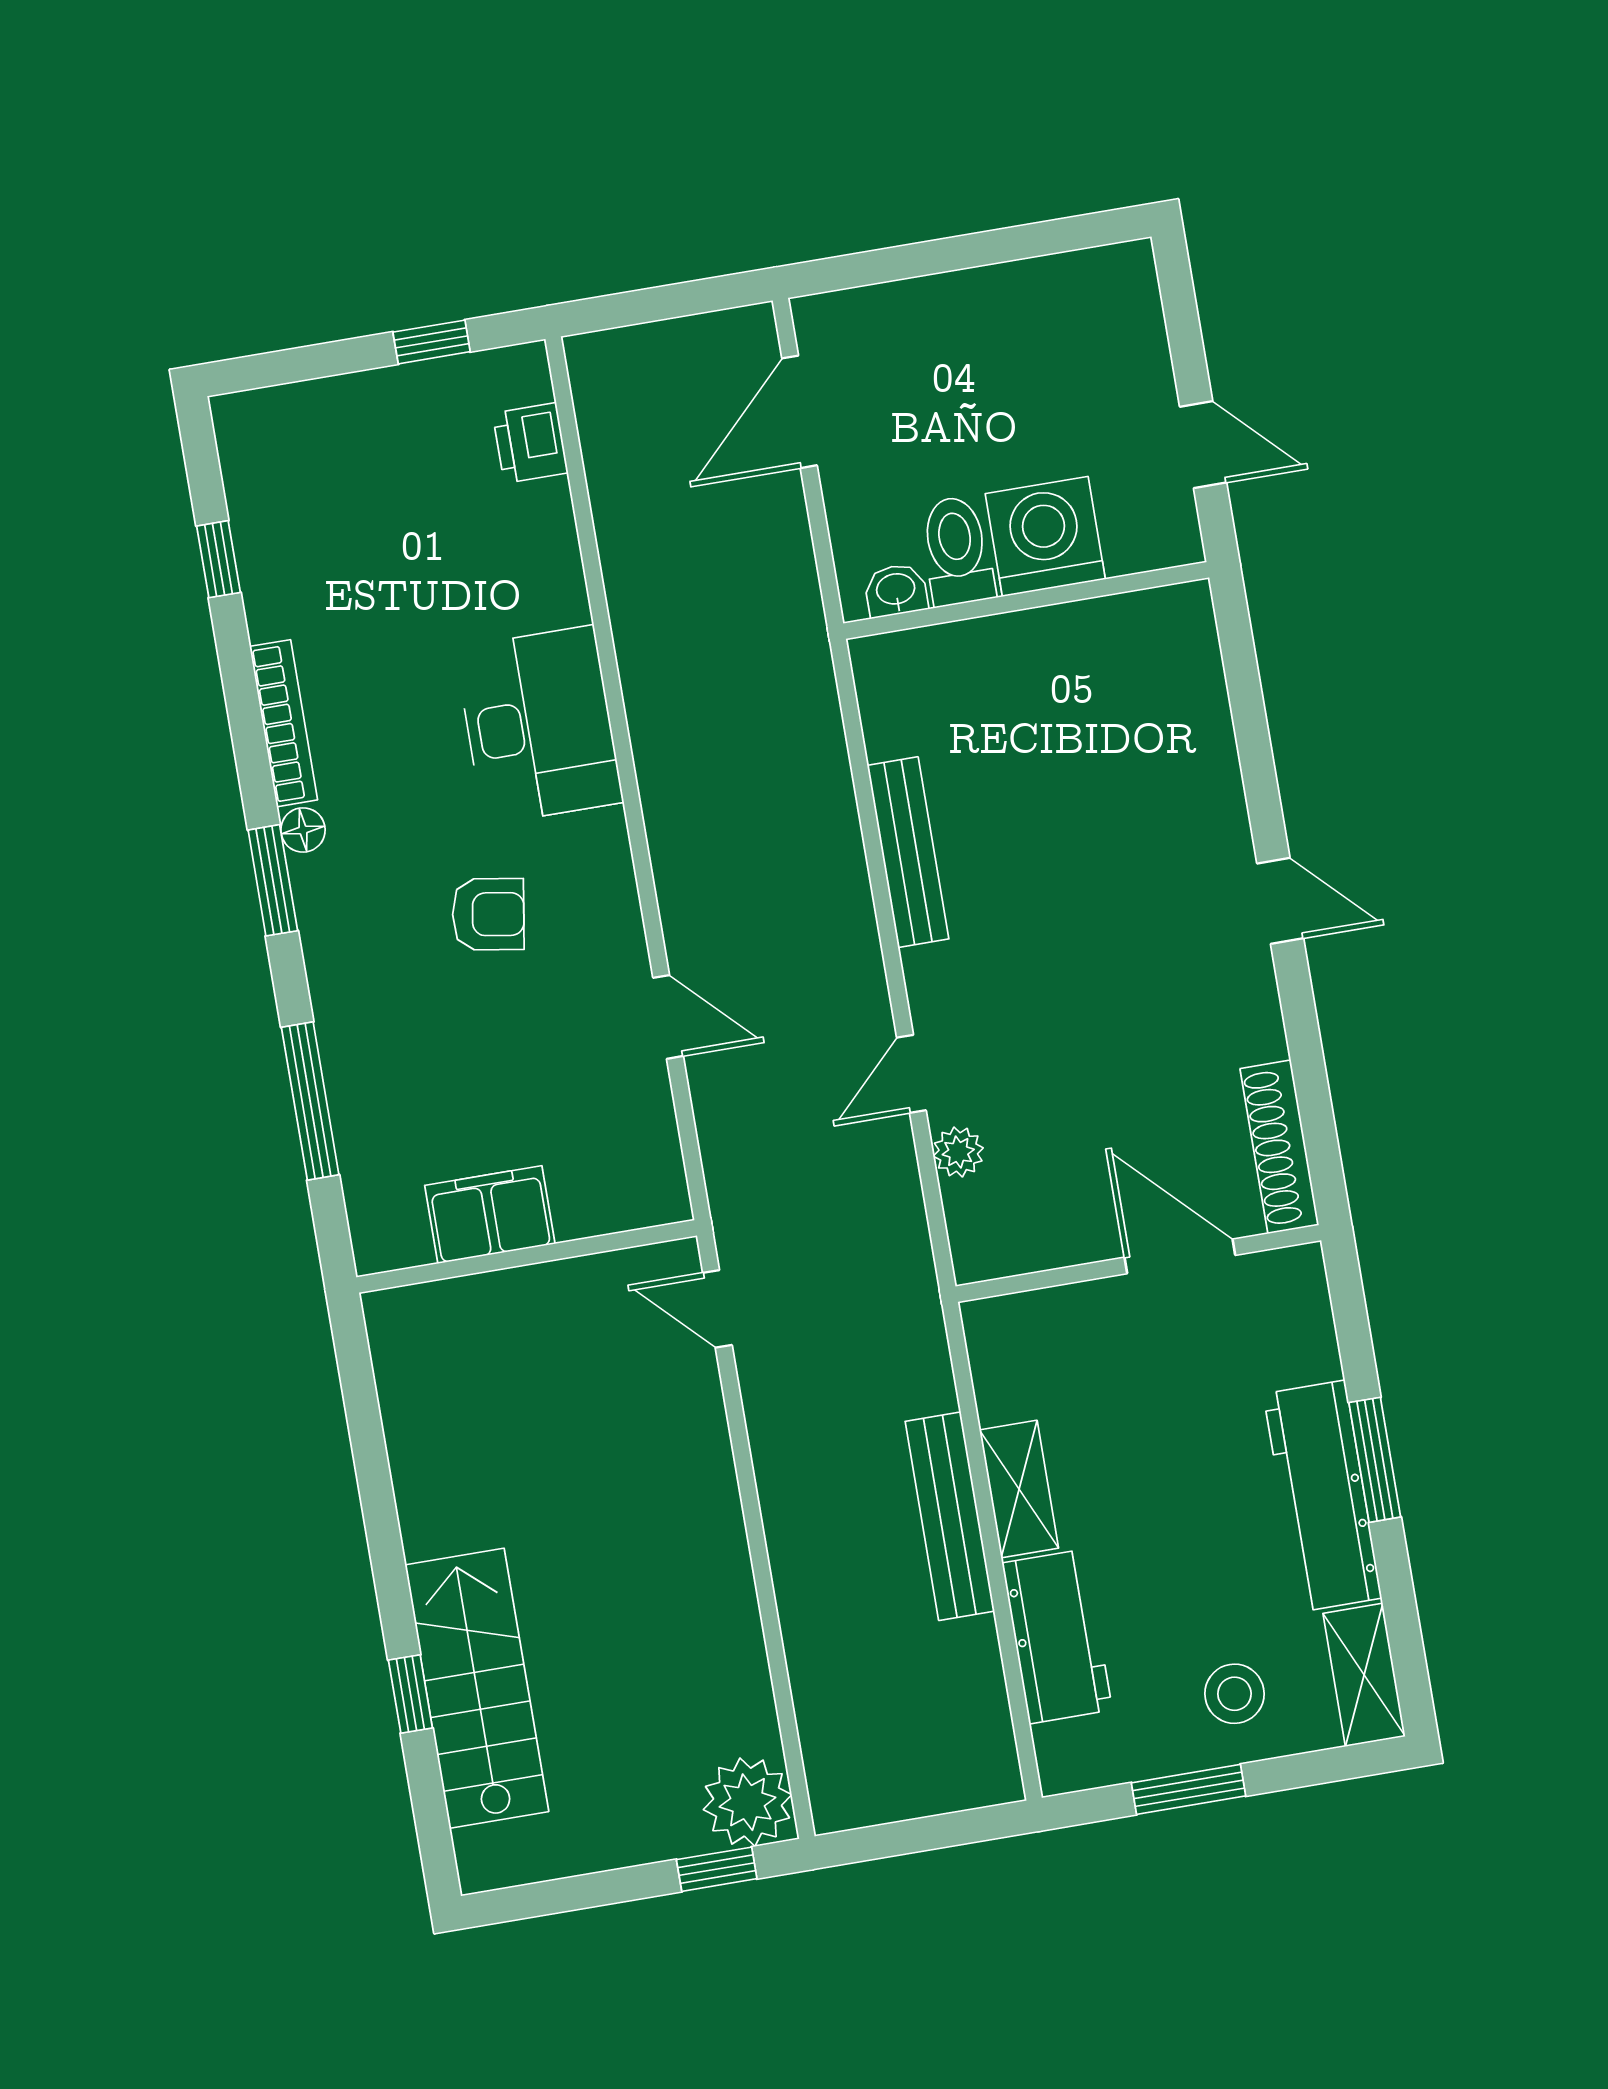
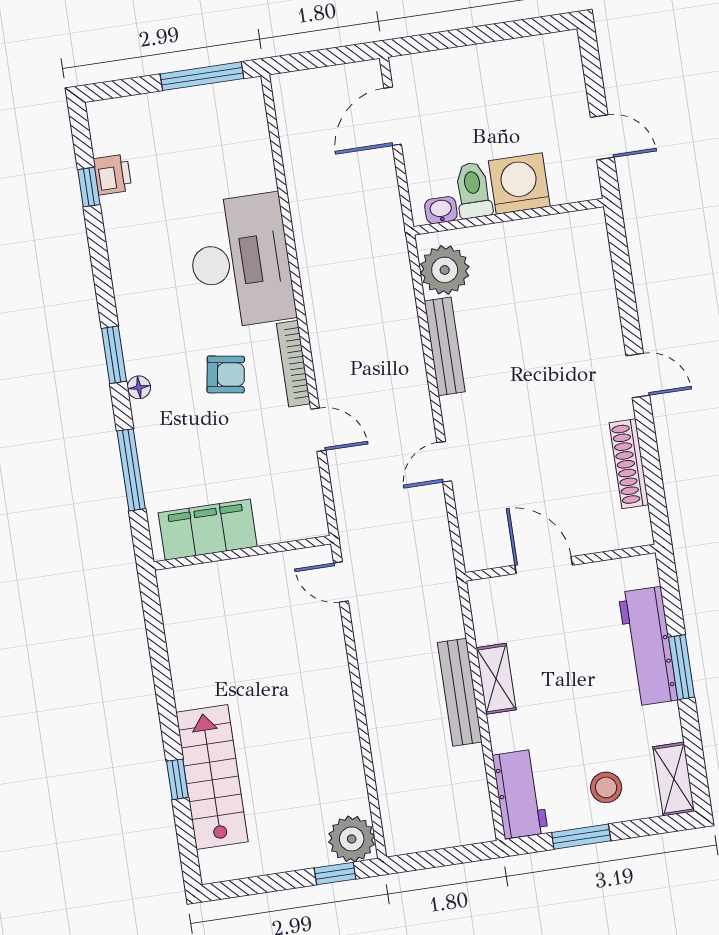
window: (432, 342) -> (202, 76), width x2.17
printer: (530, 443) -> (113, 175), moved, turned 180
bookcase: (284, 723) -> (293, 364), moved, turned 180
desk: (539, 725) -> (240, 261), width x1.36, depth x1.30
floor lamp: (303, 830) -> (139, 387), moved
shoe rack: (1279, 1147) -> (629, 464), moved
plant: (958, 1152) -> (445, 270), moved, width x1.87, depth x1.87
filing cabinet: (490, 1215) -> (208, 530), width x1.50, depth x1.17
door: (1180, 1256) -> (544, 565), moved
workbench: (1323, 1496) -> (648, 646), moved
workbench: (1057, 1636) -> (520, 794), moved

